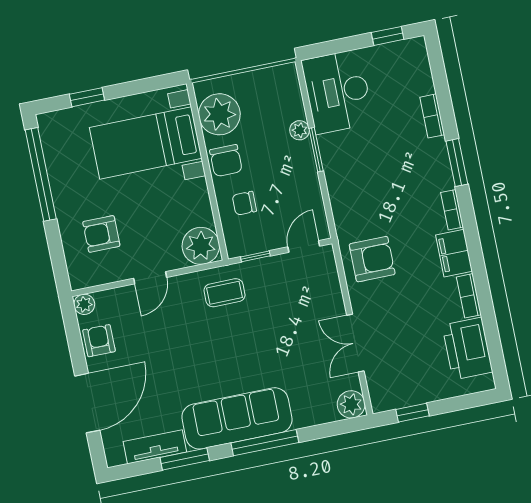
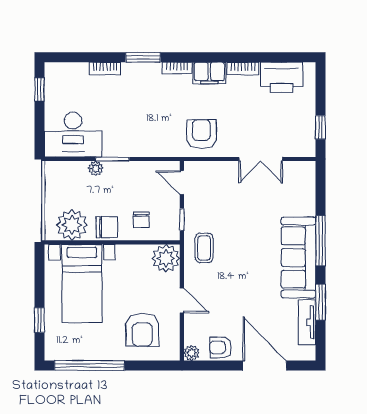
armchair: (101, 234) -> (142, 330), width x1.38, depth x1.38
plant: (351, 404) -> (305, 171), removed

